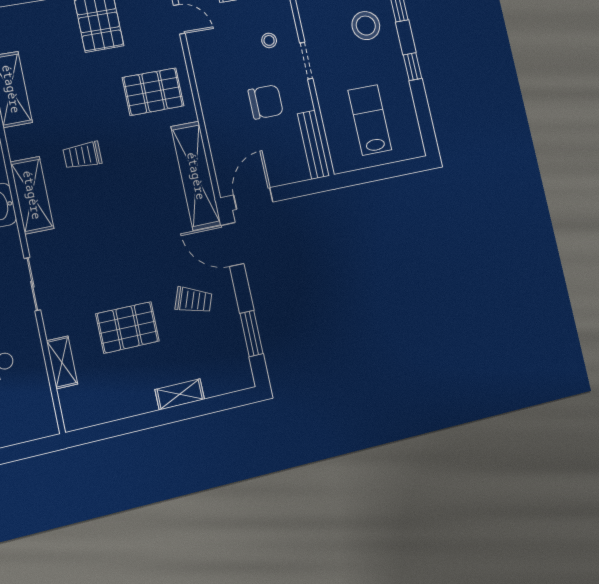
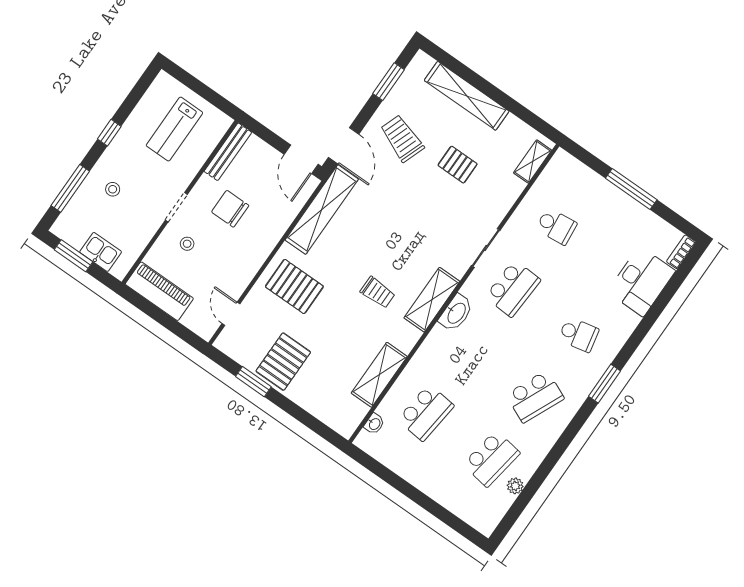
stool: (366, 26) -> (113, 189), width x0.53, depth x0.53
door: (253, 198) -> (301, 159), hinge flipped
trolley: (193, 300) -> (402, 138), width x1.36, depth x1.39
pallet: (127, 327) -> (458, 165), width x0.67, depth x0.71
shelving: (62, 362) -> (533, 162), moved
shelving: (180, 394) -> (467, 96), width x2.20, depth x1.33

